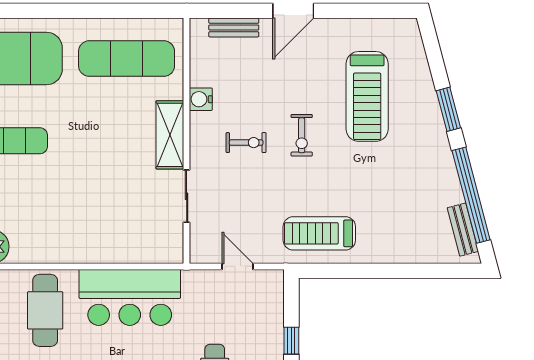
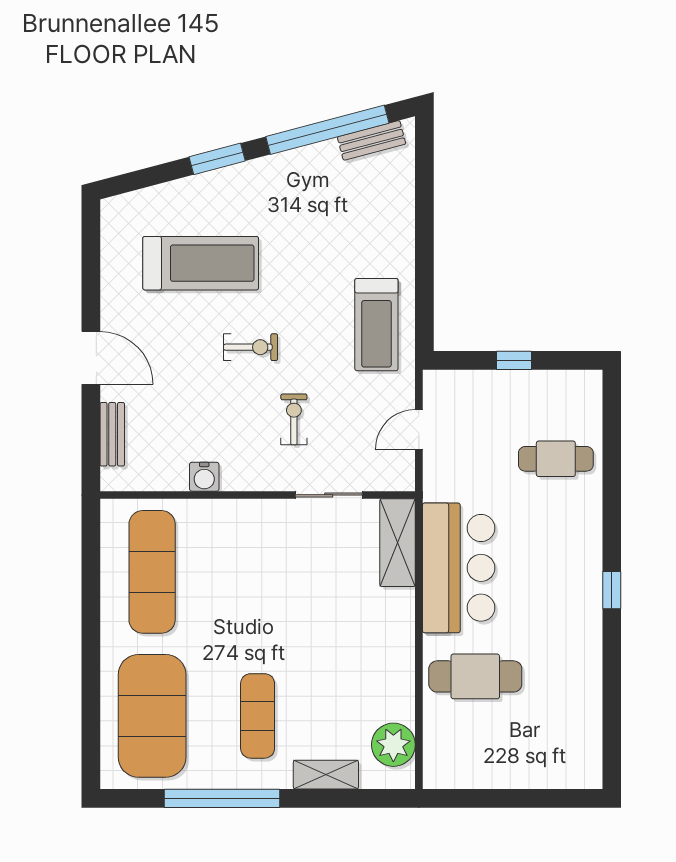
shelving: (170, 135) -> (398, 543), moved, turned 90
exercise bike: (246, 143) -> (294, 419), moved

